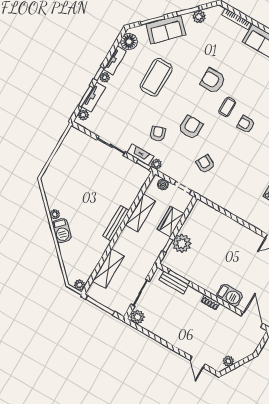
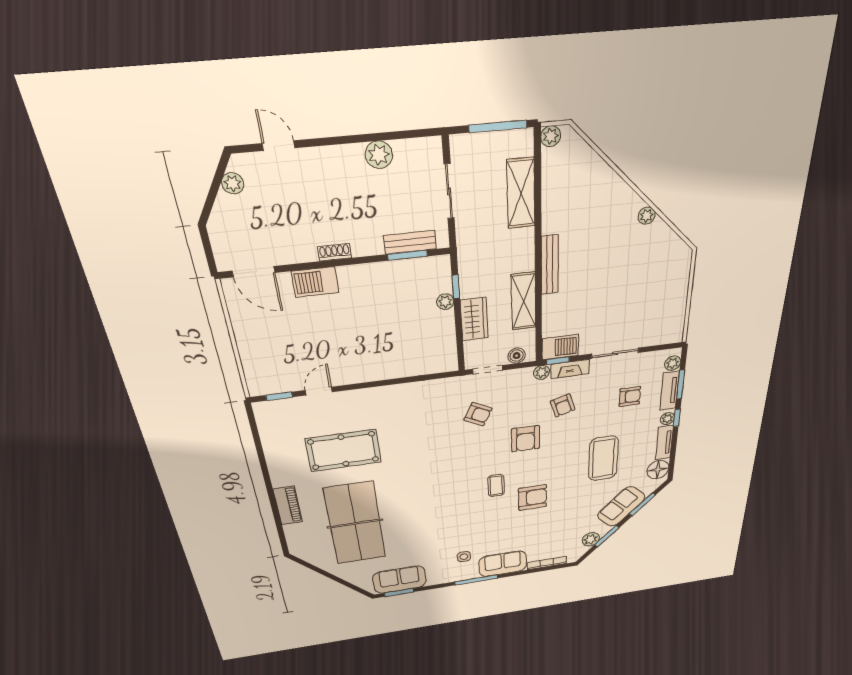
armchair: (246, 124) -> (630, 396), moved
barbecue: (62, 231) -> (560, 347), moved, turned 135
plant: (182, 243) -> (445, 302), width x0.53, depth x0.53
plant: (137, 317) -> (379, 155), moved

